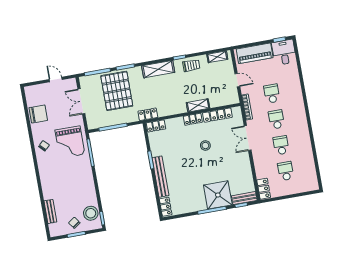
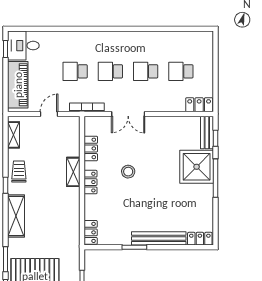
locker: (148, 114) -> (73, 240), removed
locker: (217, 115) -> (91, 148), width x0.66

